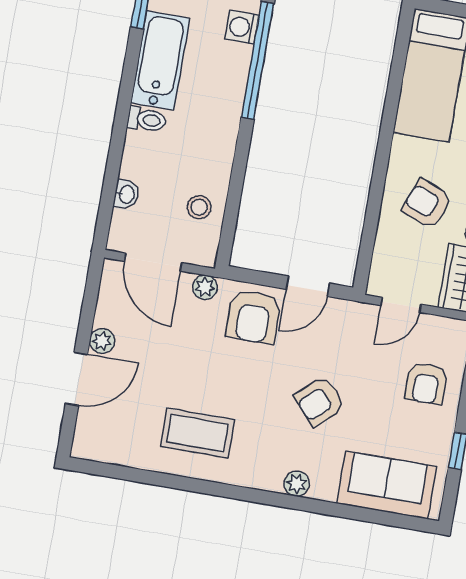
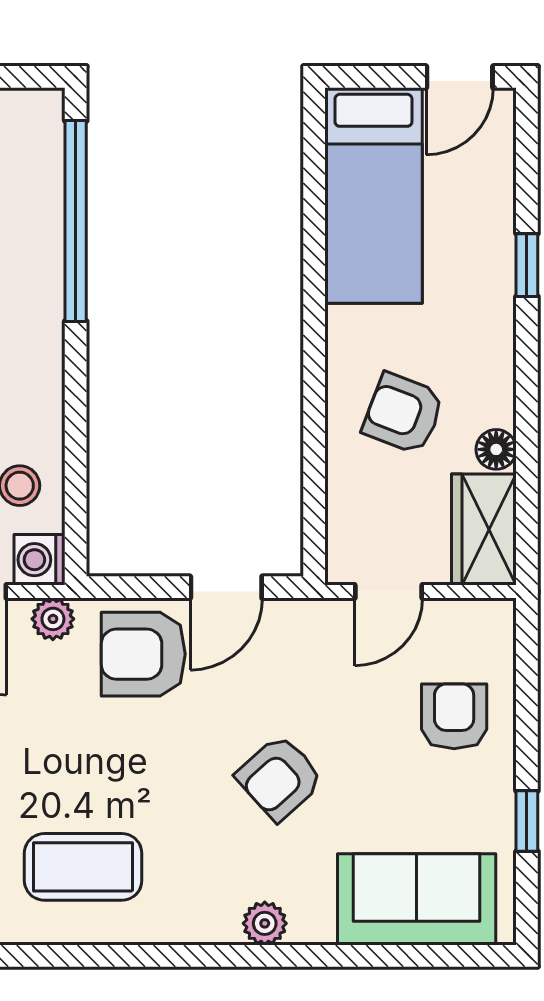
washing machine: (242, 27) -> (40, 560), moved
armchair: (253, 317) -> (143, 654), turned 90
armchair: (426, 383) -> (454, 716), turned 180

